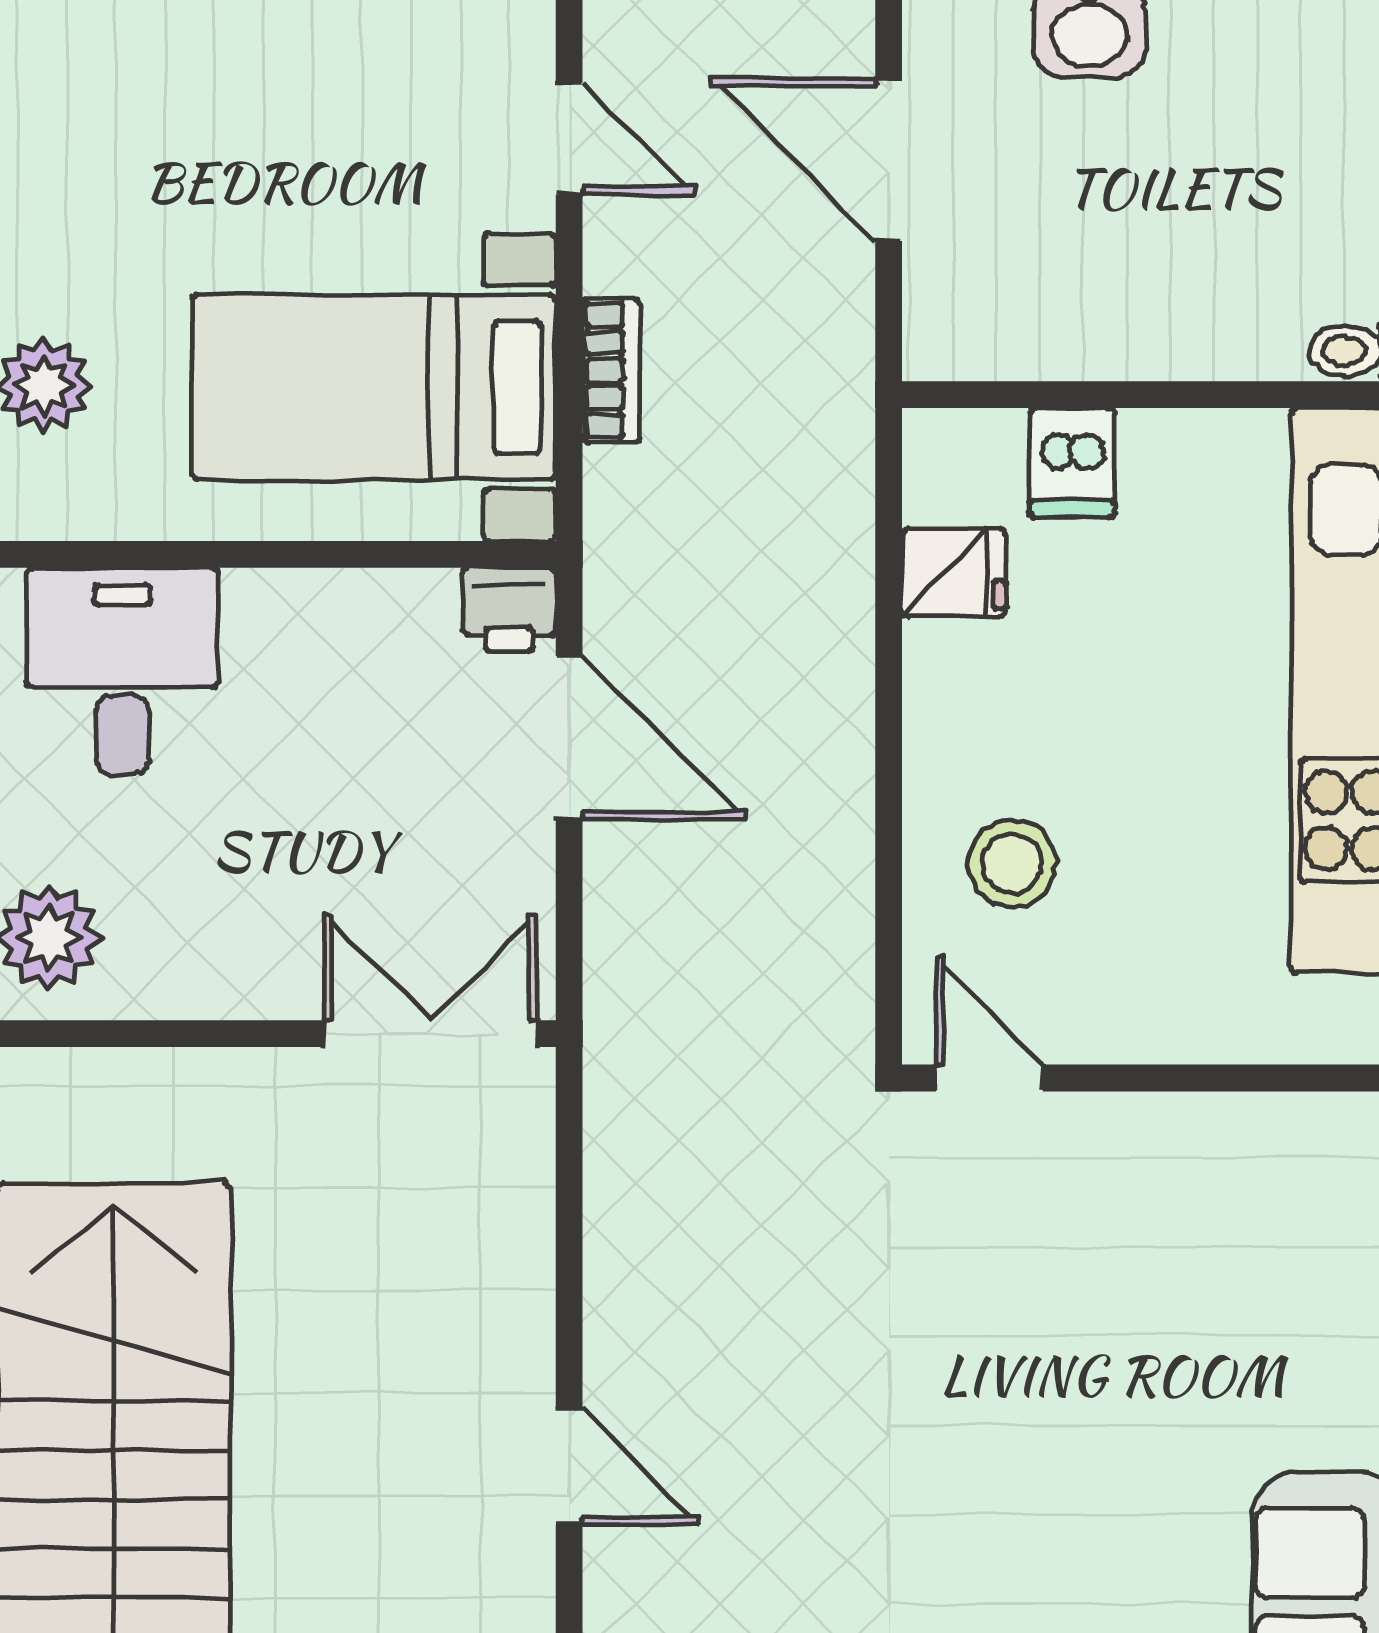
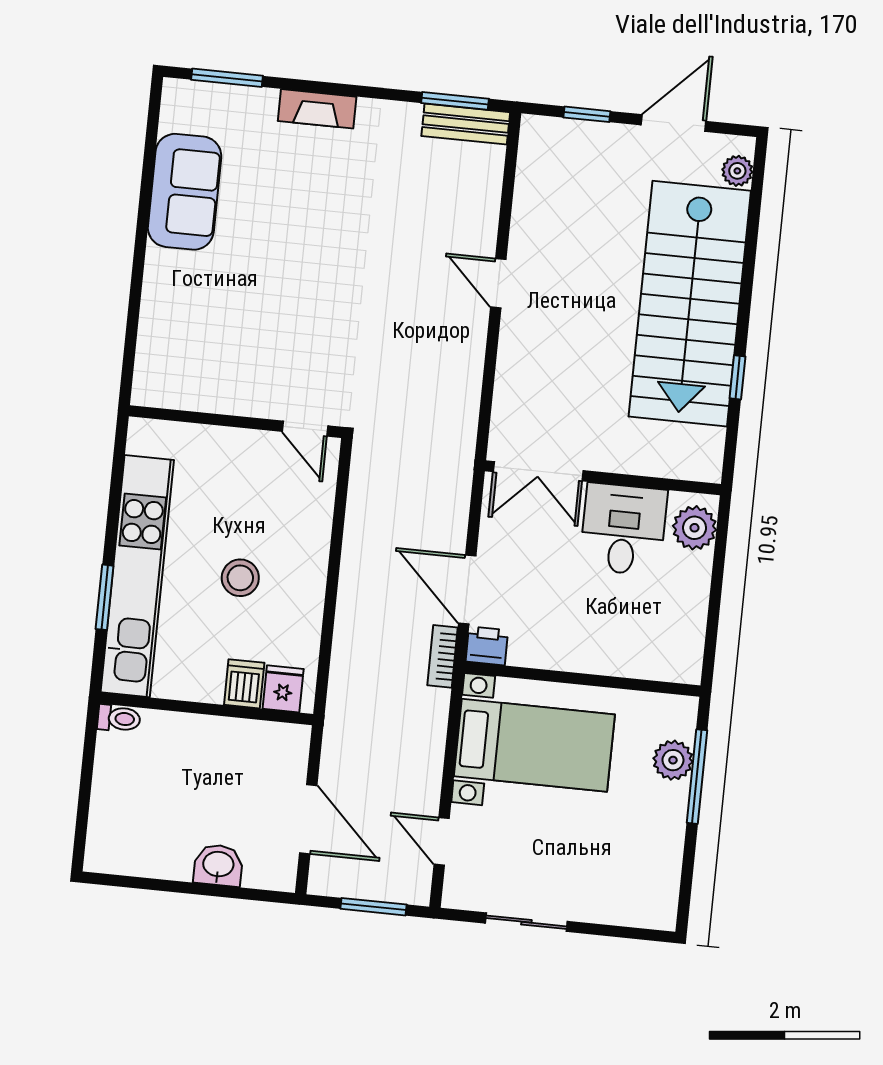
bookcase: (611, 370) -> (443, 656), moved
fridge: (954, 572) -> (283, 689), moved, turned 90
desk: (122, 671) -> (623, 529), moved, turned 180
stool: (1012, 864) -> (240, 578), moved

